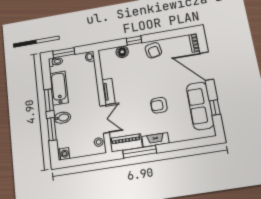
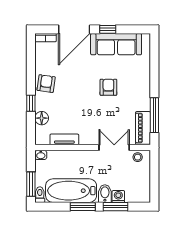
armchair: (153, 50) -> (46, 84), turned -71
bathtub: (59, 88) -> (71, 191), width x1.36, depth x1.36
tv unit: (108, 91) -> (64, 139), moved
armchair: (159, 105) -> (108, 87), turned 180
window: (215, 107) -> (108, 29), moved
fireplace: (155, 140) -> (145, 97), removed
washing machine: (63, 154) -> (118, 196), moved

